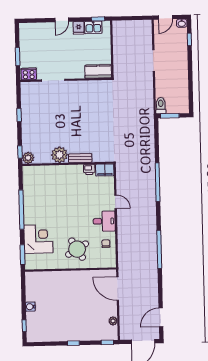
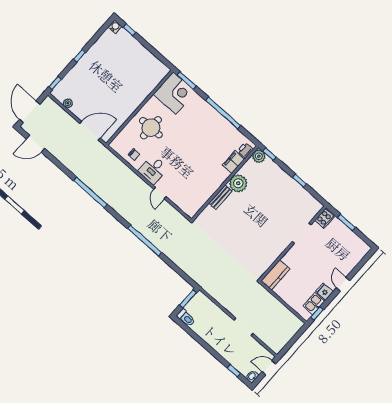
door: (165, 17) -> (269, 368), hinge flipped
toilet: (161, 106) -> (186, 318), moved
printer: (89, 169) -> (245, 150), moved
filing cabinet: (105, 170) -> (233, 162), moved
door: (116, 202) -> (160, 193), hinge flipped
corner desk: (38, 239) -> (174, 93), moved, turned -90
round table: (77, 249) -> (151, 128), turned 31
water cooler: (30, 307) -> (115, 27), moved
door: (161, 317) -> (35, 144), swing flipped

